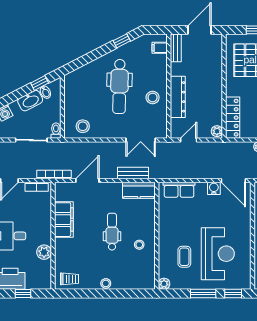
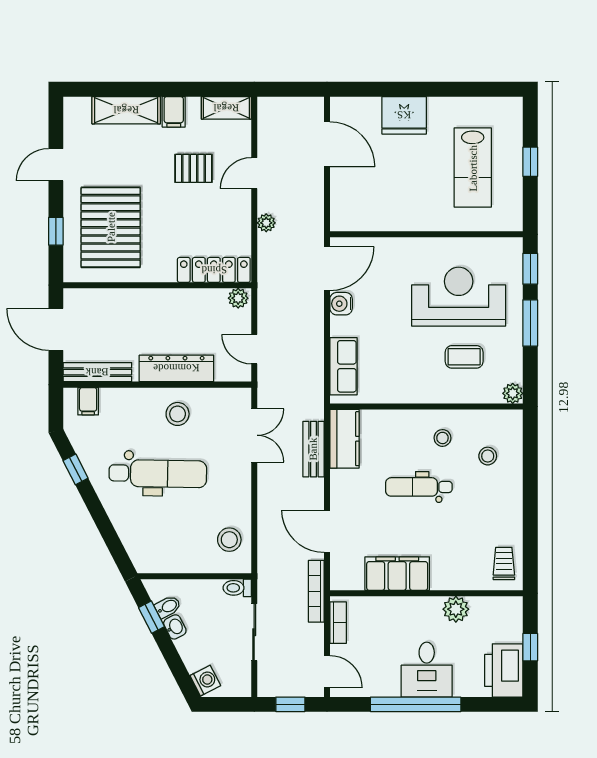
bench: (176, 48) -> (97, 372), width x1.36
washbasin: (30, 101) -> (175, 627), width x0.52, depth x0.69
stool: (106, 283) -> (488, 456), moved

